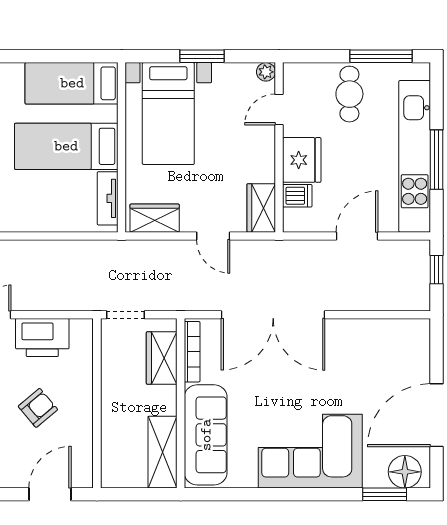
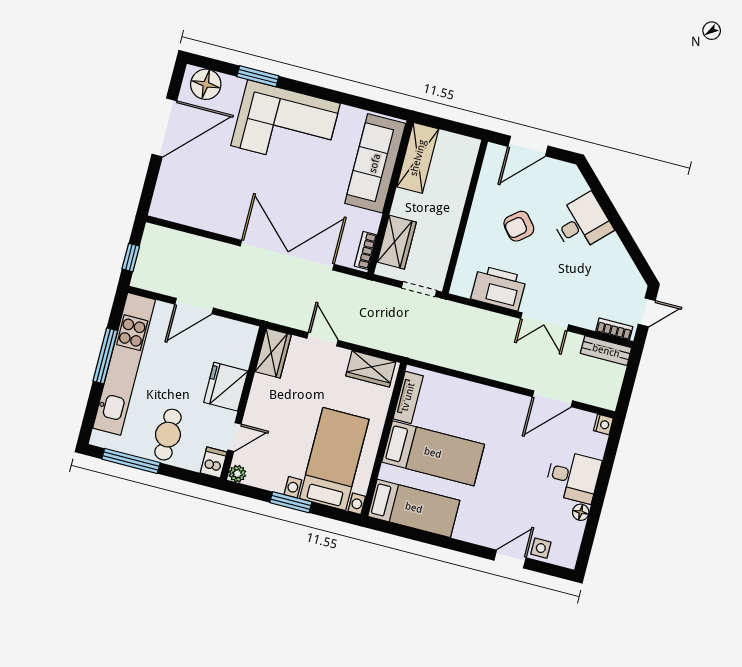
dishwasher: (297, 196) -> (214, 463), moved, turned 90
bookcase: (192, 352) -> (366, 250), width x0.64
window: (385, 494) -> (258, 76), moved

